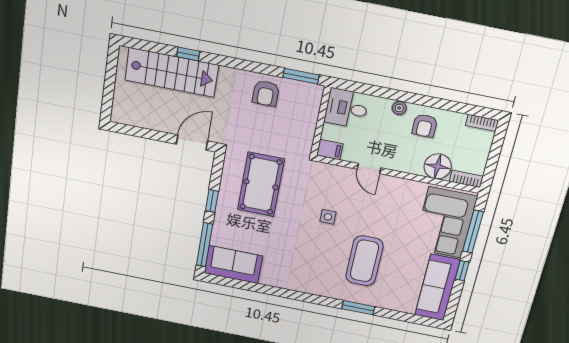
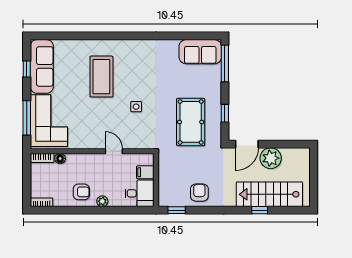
window: (301, 76) -> (177, 210), width x0.67
plant: (163, 119) -> (271, 158), added
armchair: (425, 126) -> (81, 192), turned 90
filing cabinet: (330, 149) -> (145, 172), moved
floor lamp: (438, 166) -> (60, 159), width x0.53, depth x0.53
window: (212, 201) -> (225, 113), moved
window: (462, 271) -> (27, 69), moved
window: (358, 308) -> (98, 36), removed

